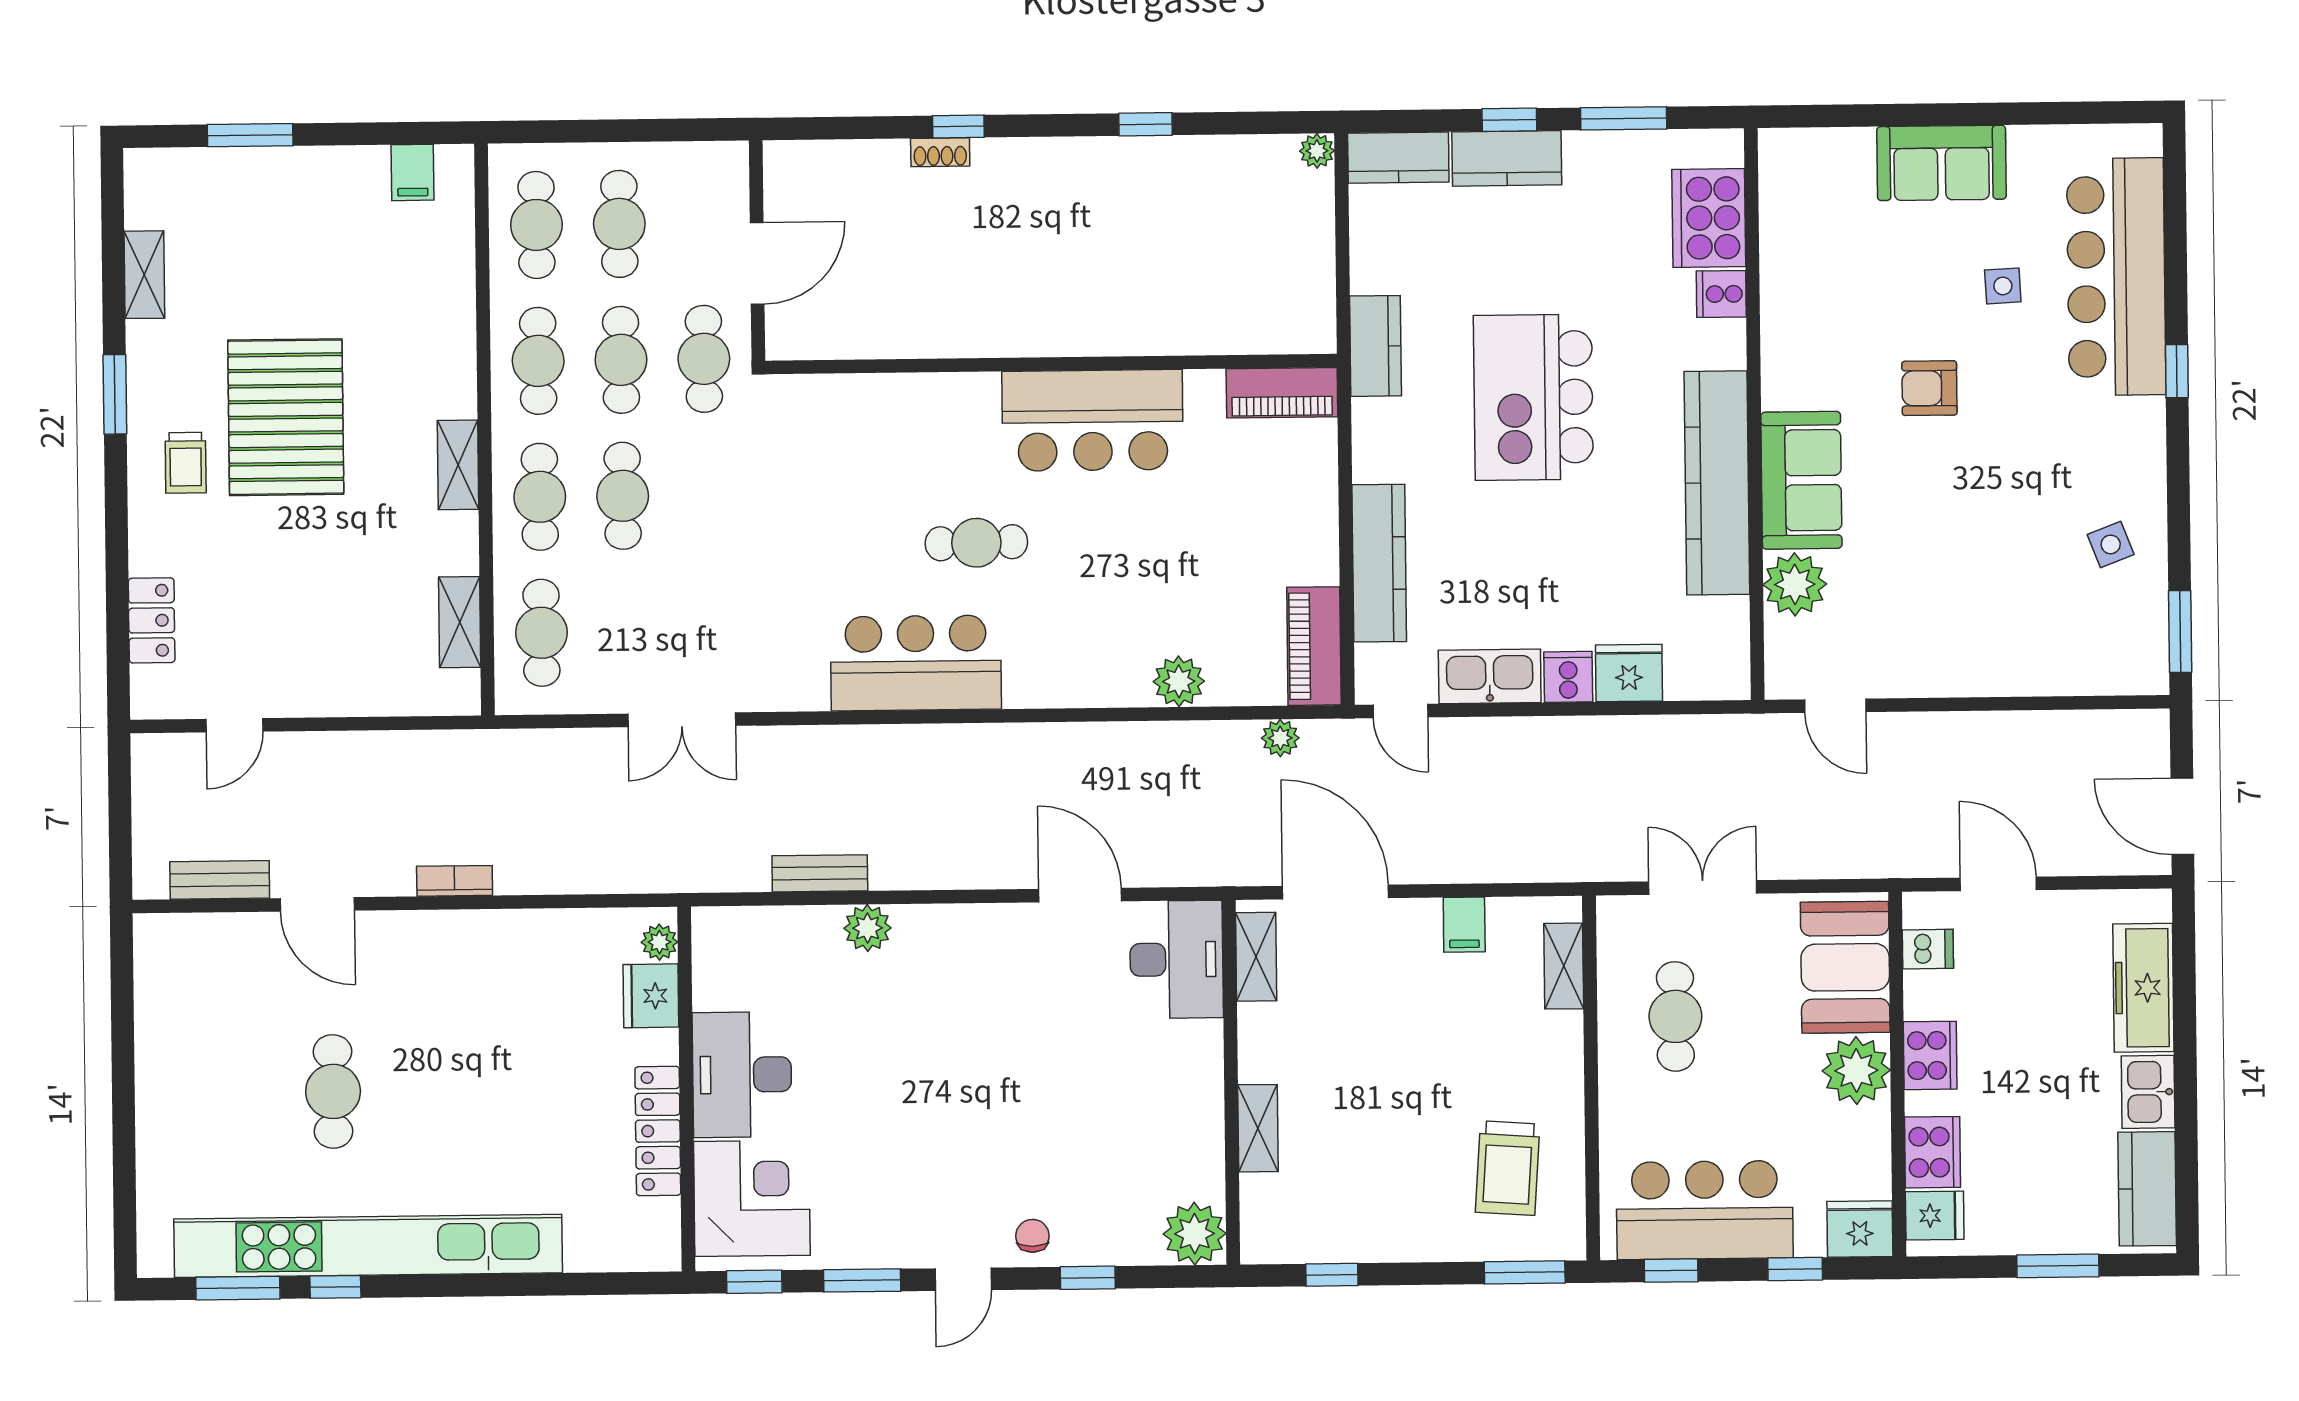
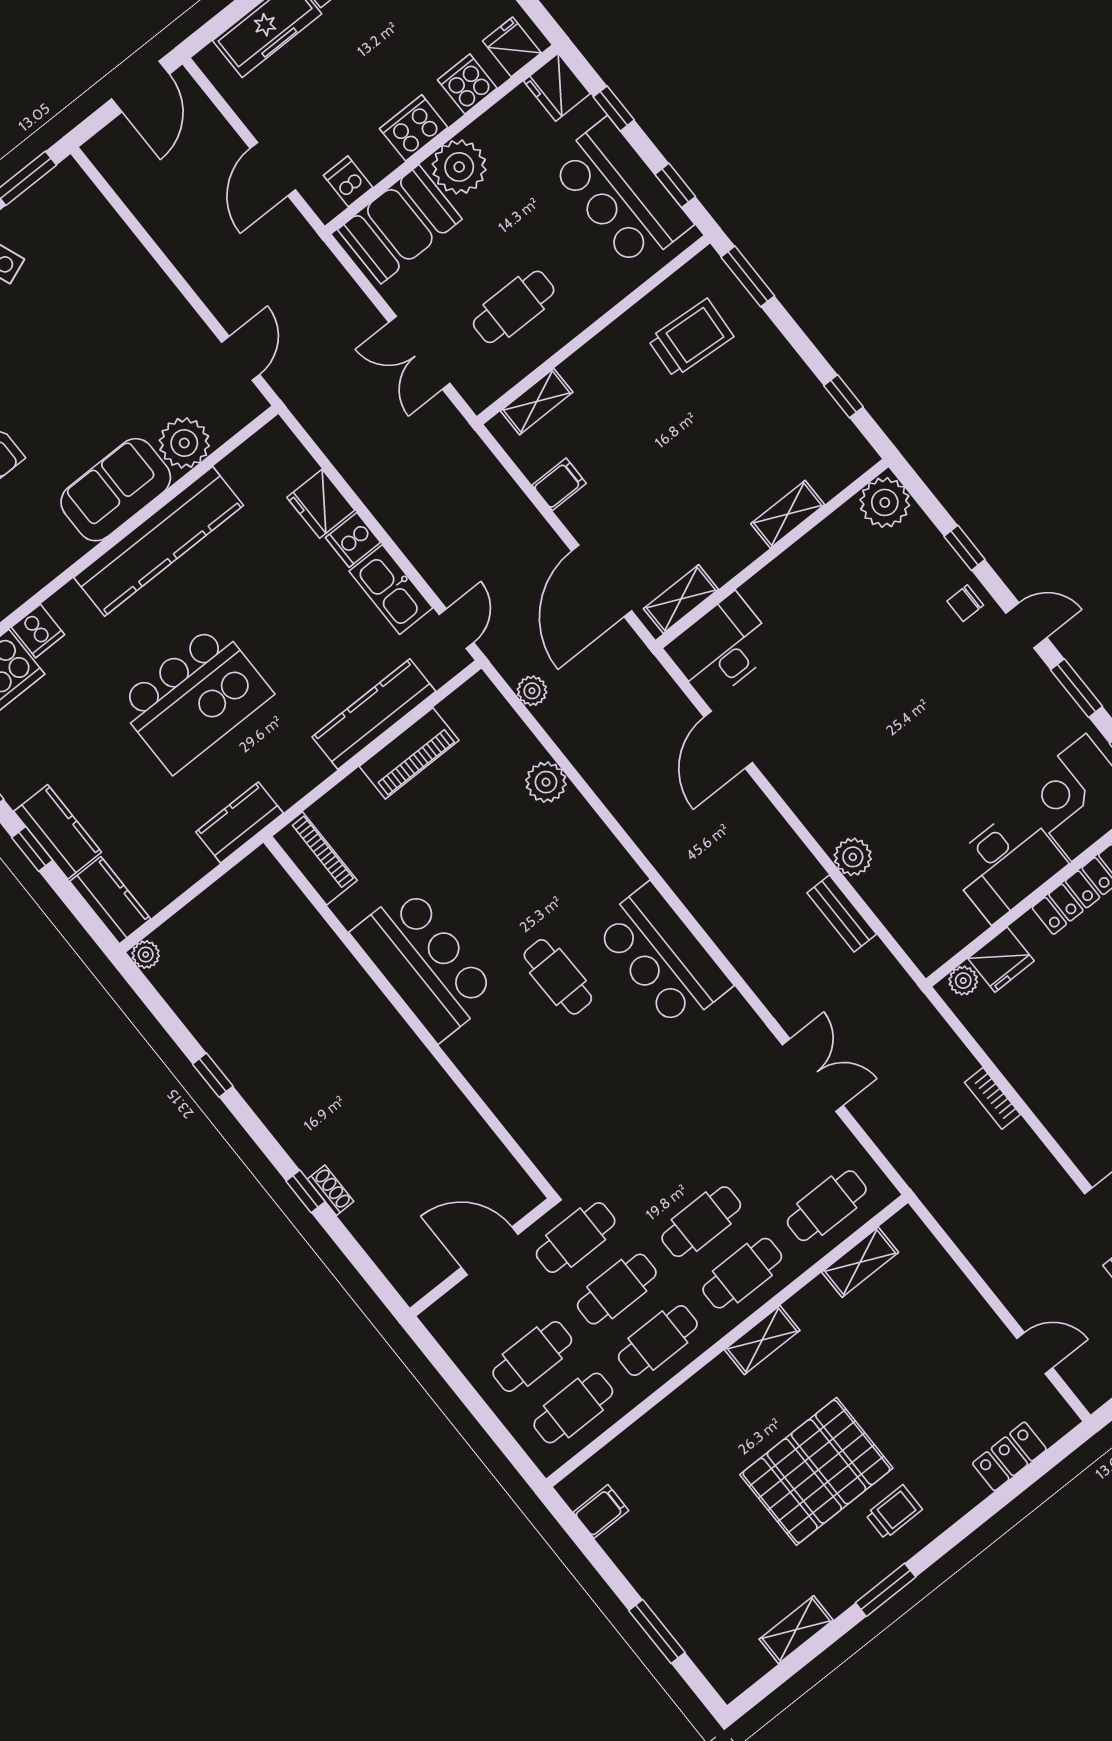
piano: (1314, 646) -> (409, 753), moved
bookcase: (455, 881) -> (992, 1098), moved
cooker: (1933, 1152) -> (467, 84), width x0.73

